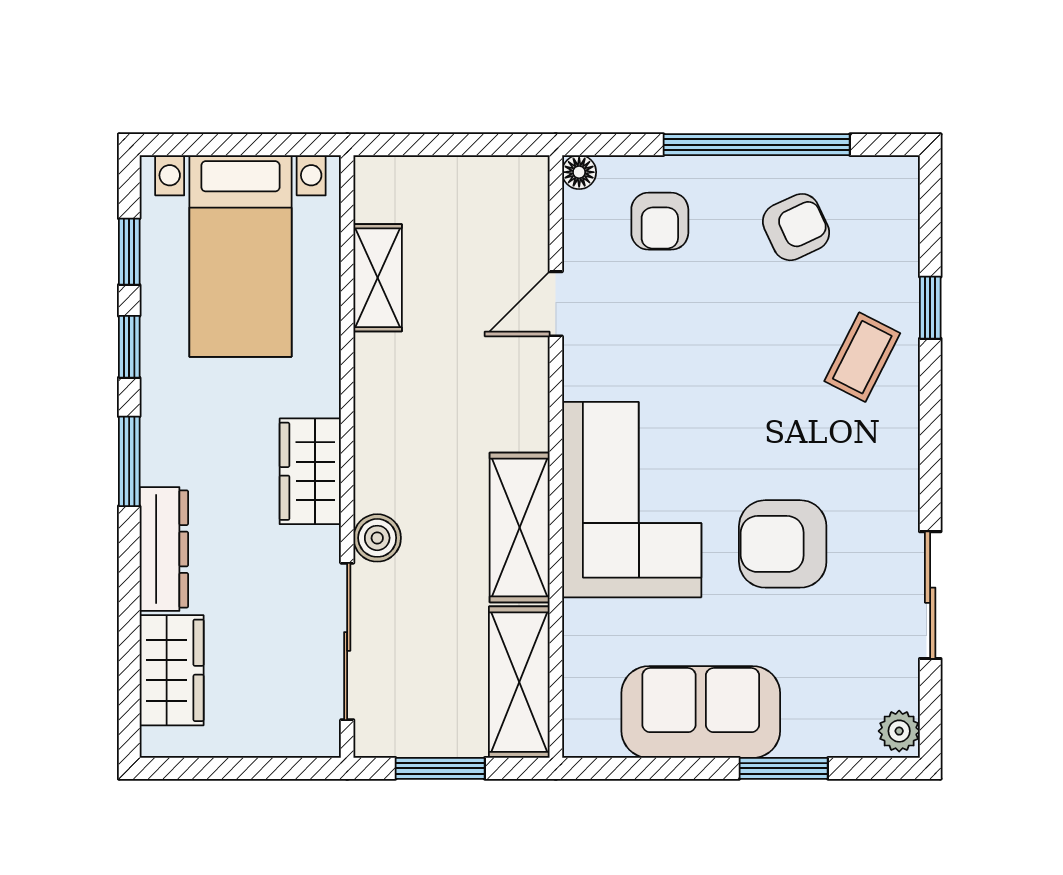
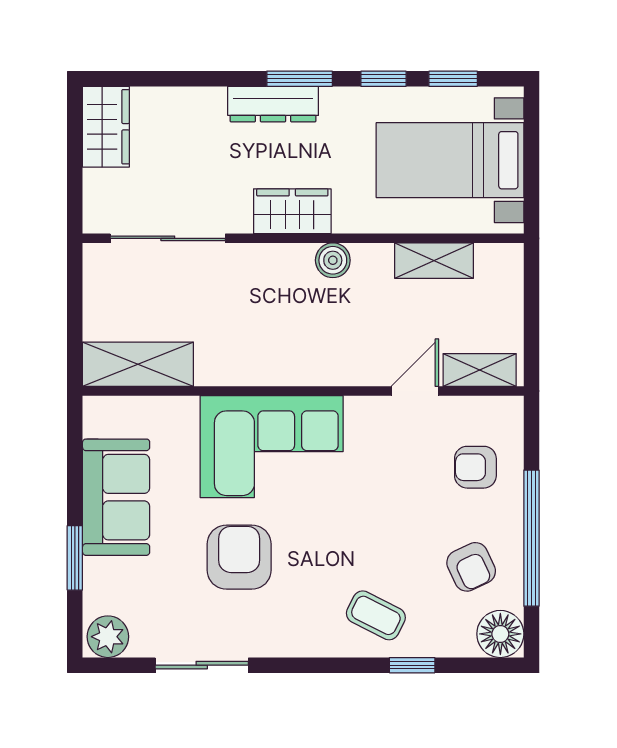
floor lamp: (579, 172) -> (500, 634), moved, width x1.89, depth x1.89
door: (556, 304) -> (415, 391), hinge flipped
shelving: (520, 527) -> (480, 370), moved, width x0.67, depth x0.75
boiler: (377, 538) -> (333, 260), moved
dresser: (164, 549) -> (273, 104), moved
wardrobe: (172, 670) -> (106, 127), moved, turned -90
plant: (899, 731) -> (108, 637), width x1.38, depth x1.38
window: (440, 768) -> (75, 306), removed

